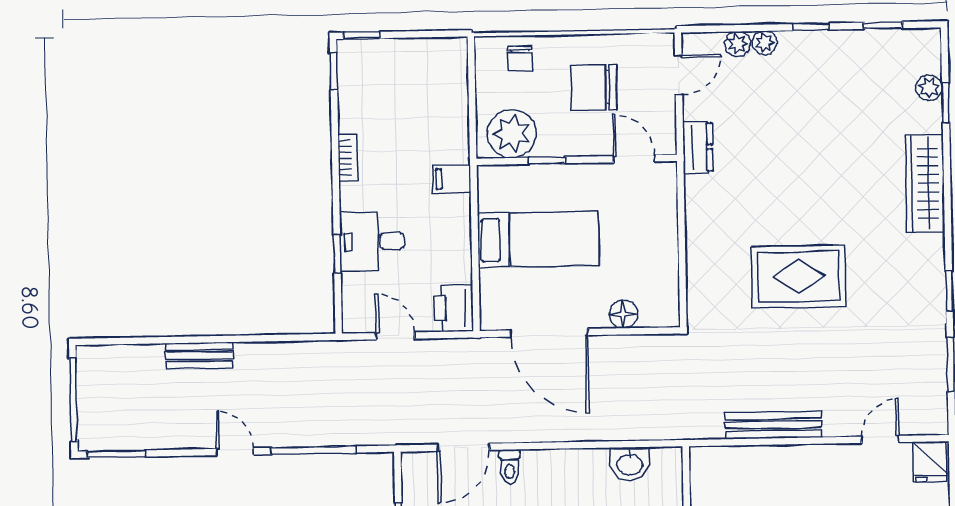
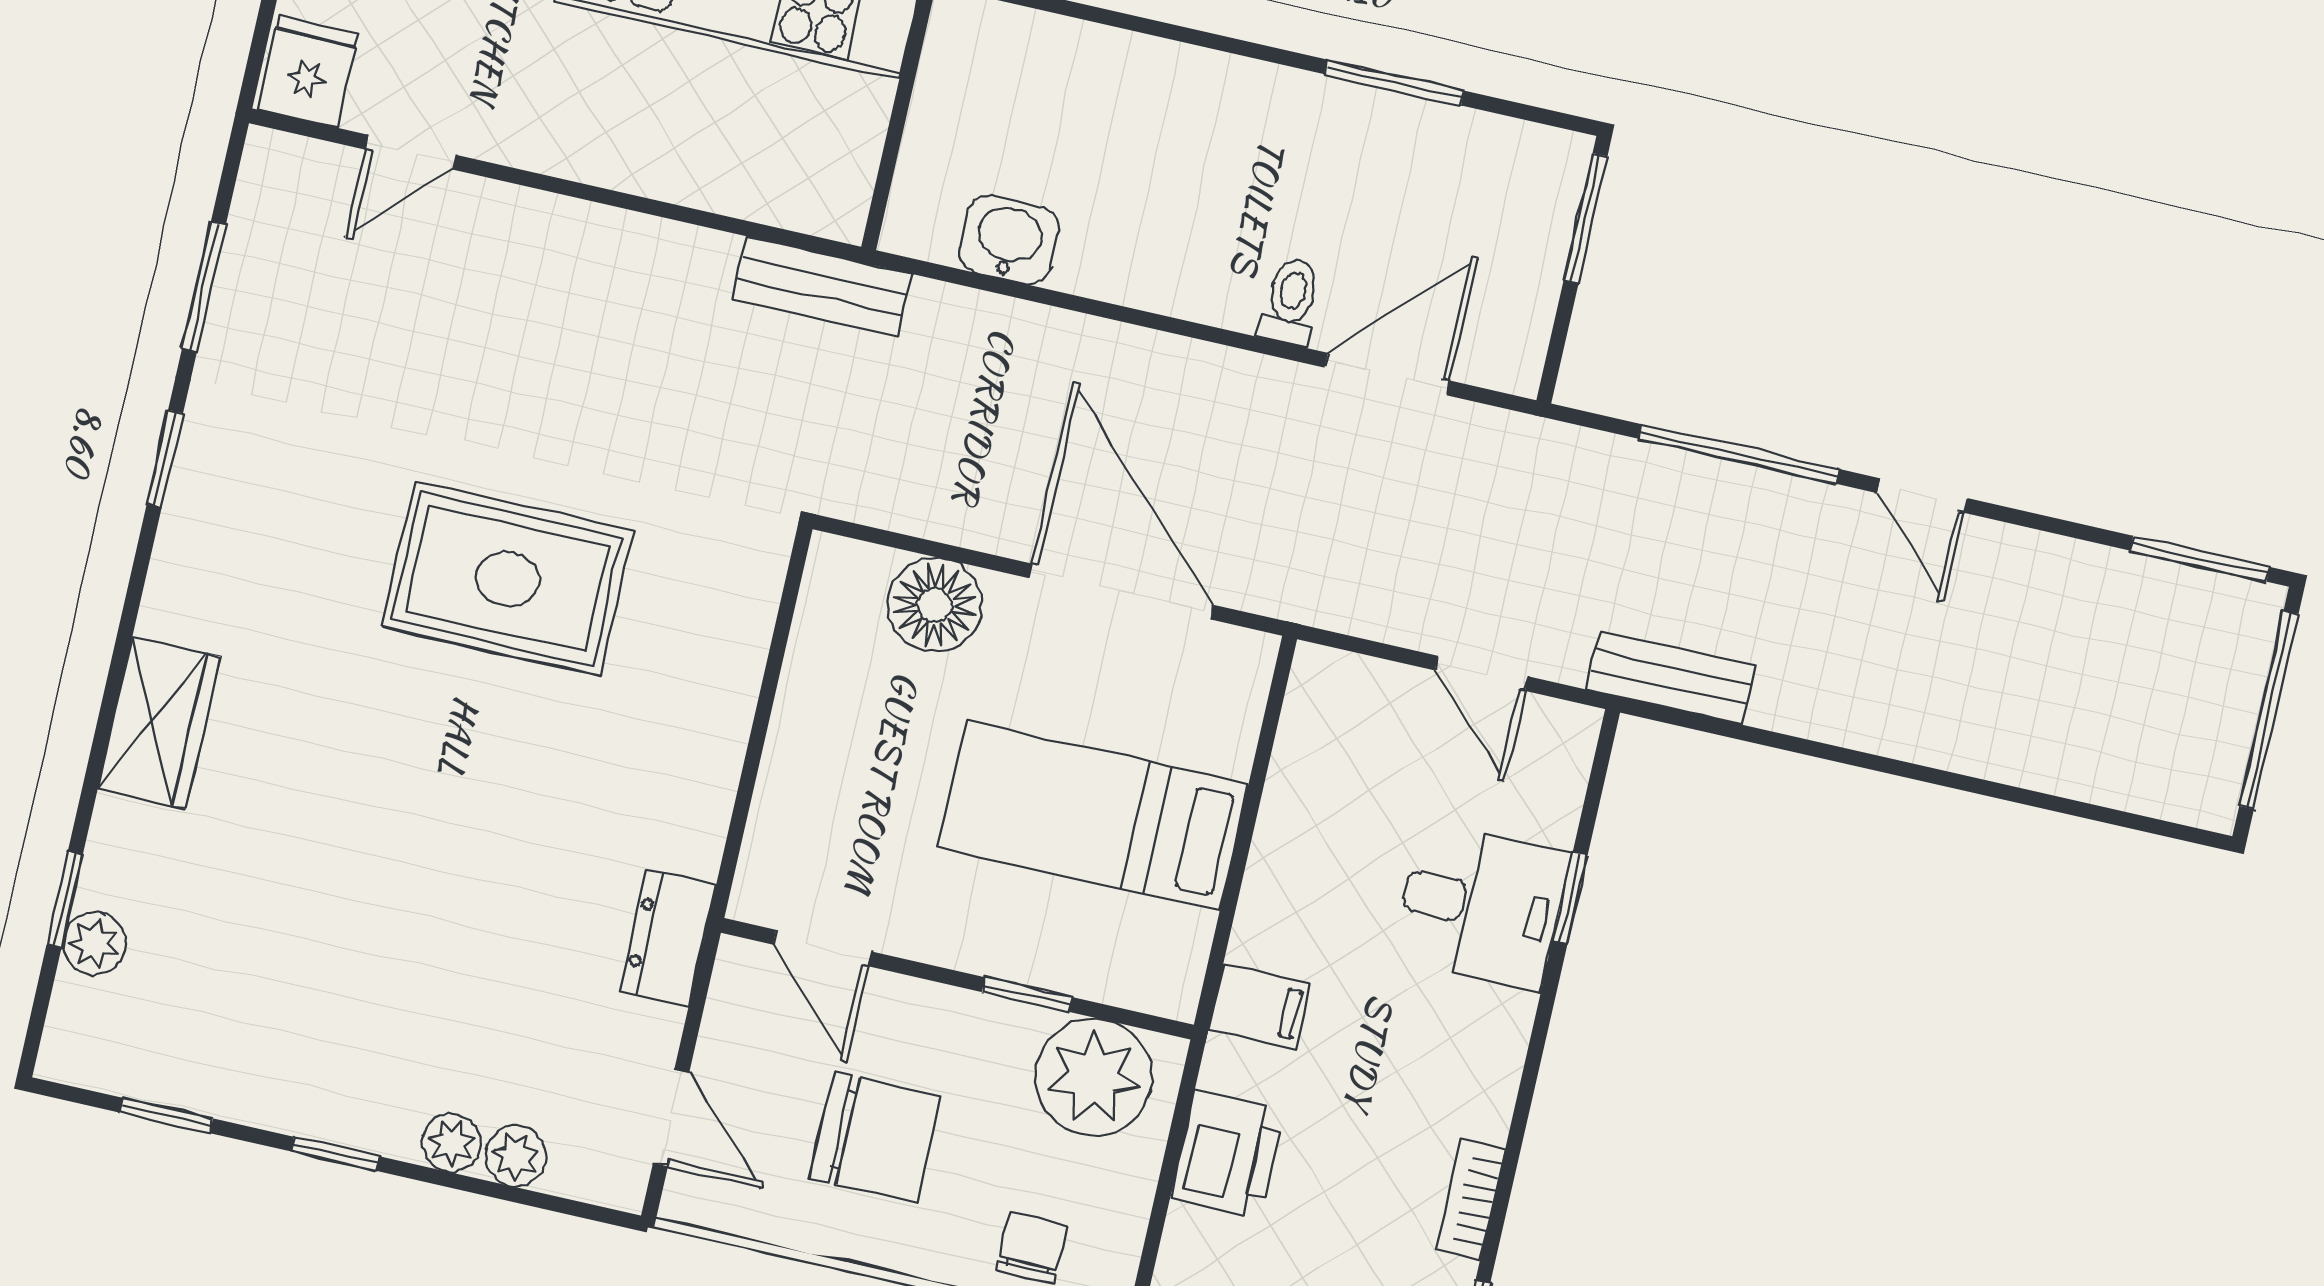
door: (679, 75) -> (671, 1118), swing flipped
bookcase: (348, 158) -> (1470, 1199), moved
wardrobe: (925, 184) -> (159, 723), width x0.67
printer: (454, 308) -> (1227, 1154), moved
floor lamp: (623, 314) -> (935, 605), width x1.38, depth x1.38
bench: (199, 355) -> (1671, 677), moved
bench: (773, 425) -> (822, 287), moved, width x0.73

